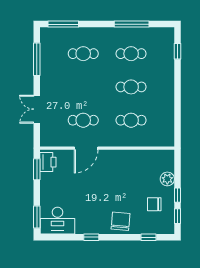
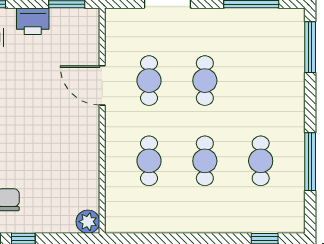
cafe table: (83, 54) -> (205, 81), moved
printer: (48, 162) -> (33, 21), moved
plant: (167, 179) -> (88, 222), moved

